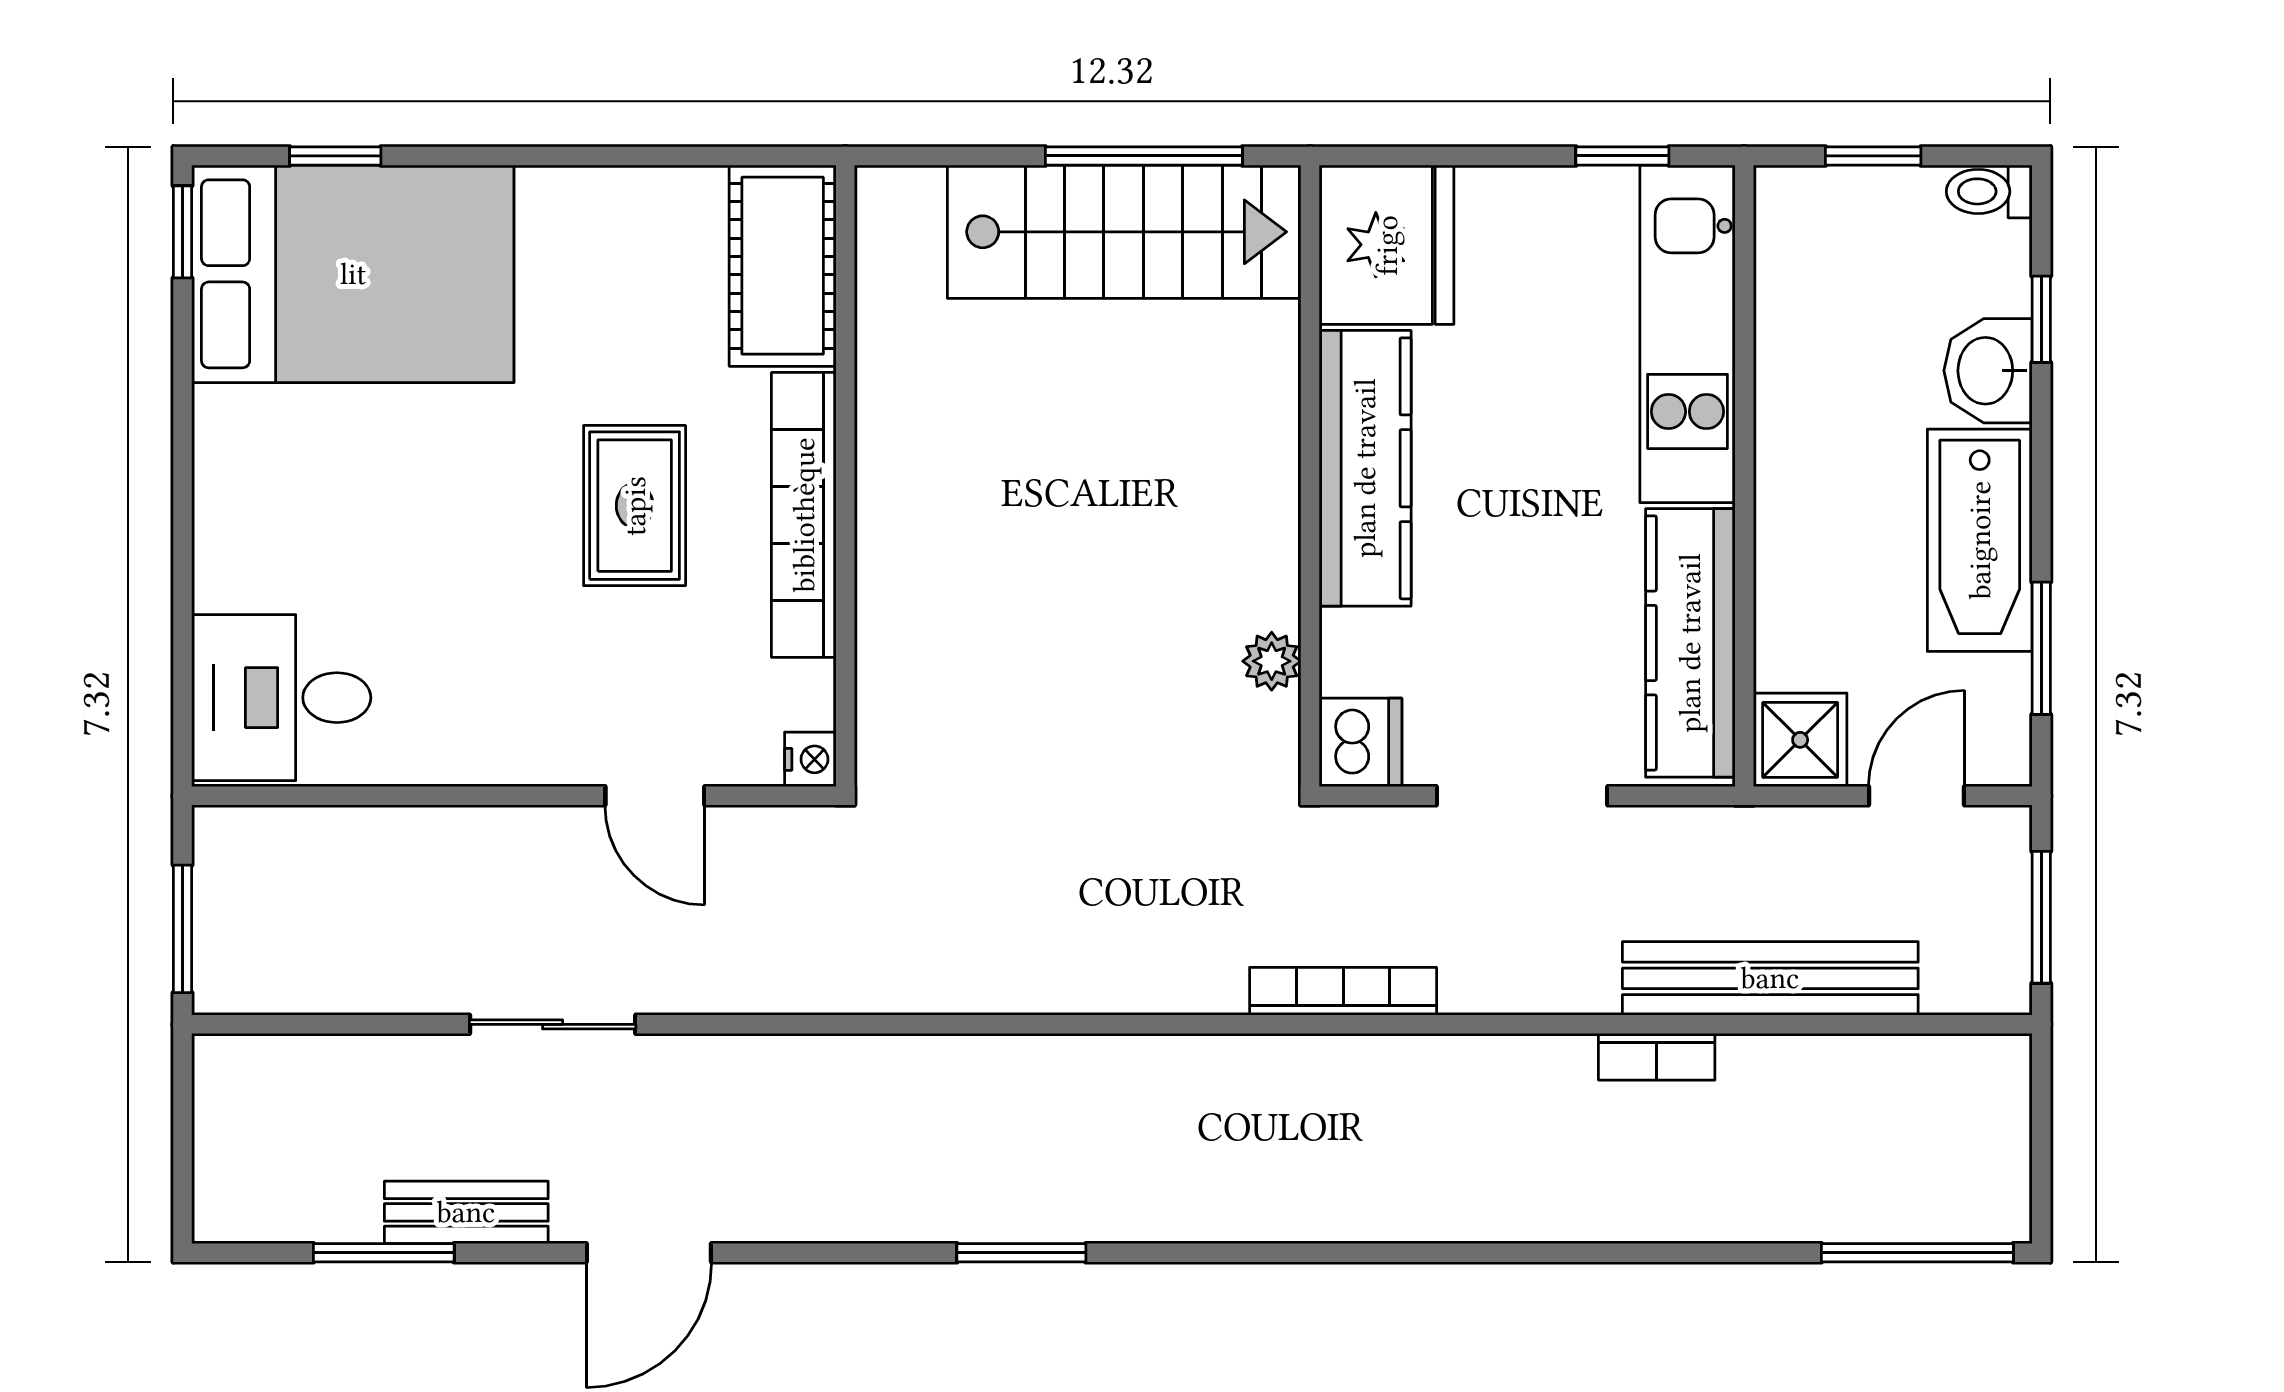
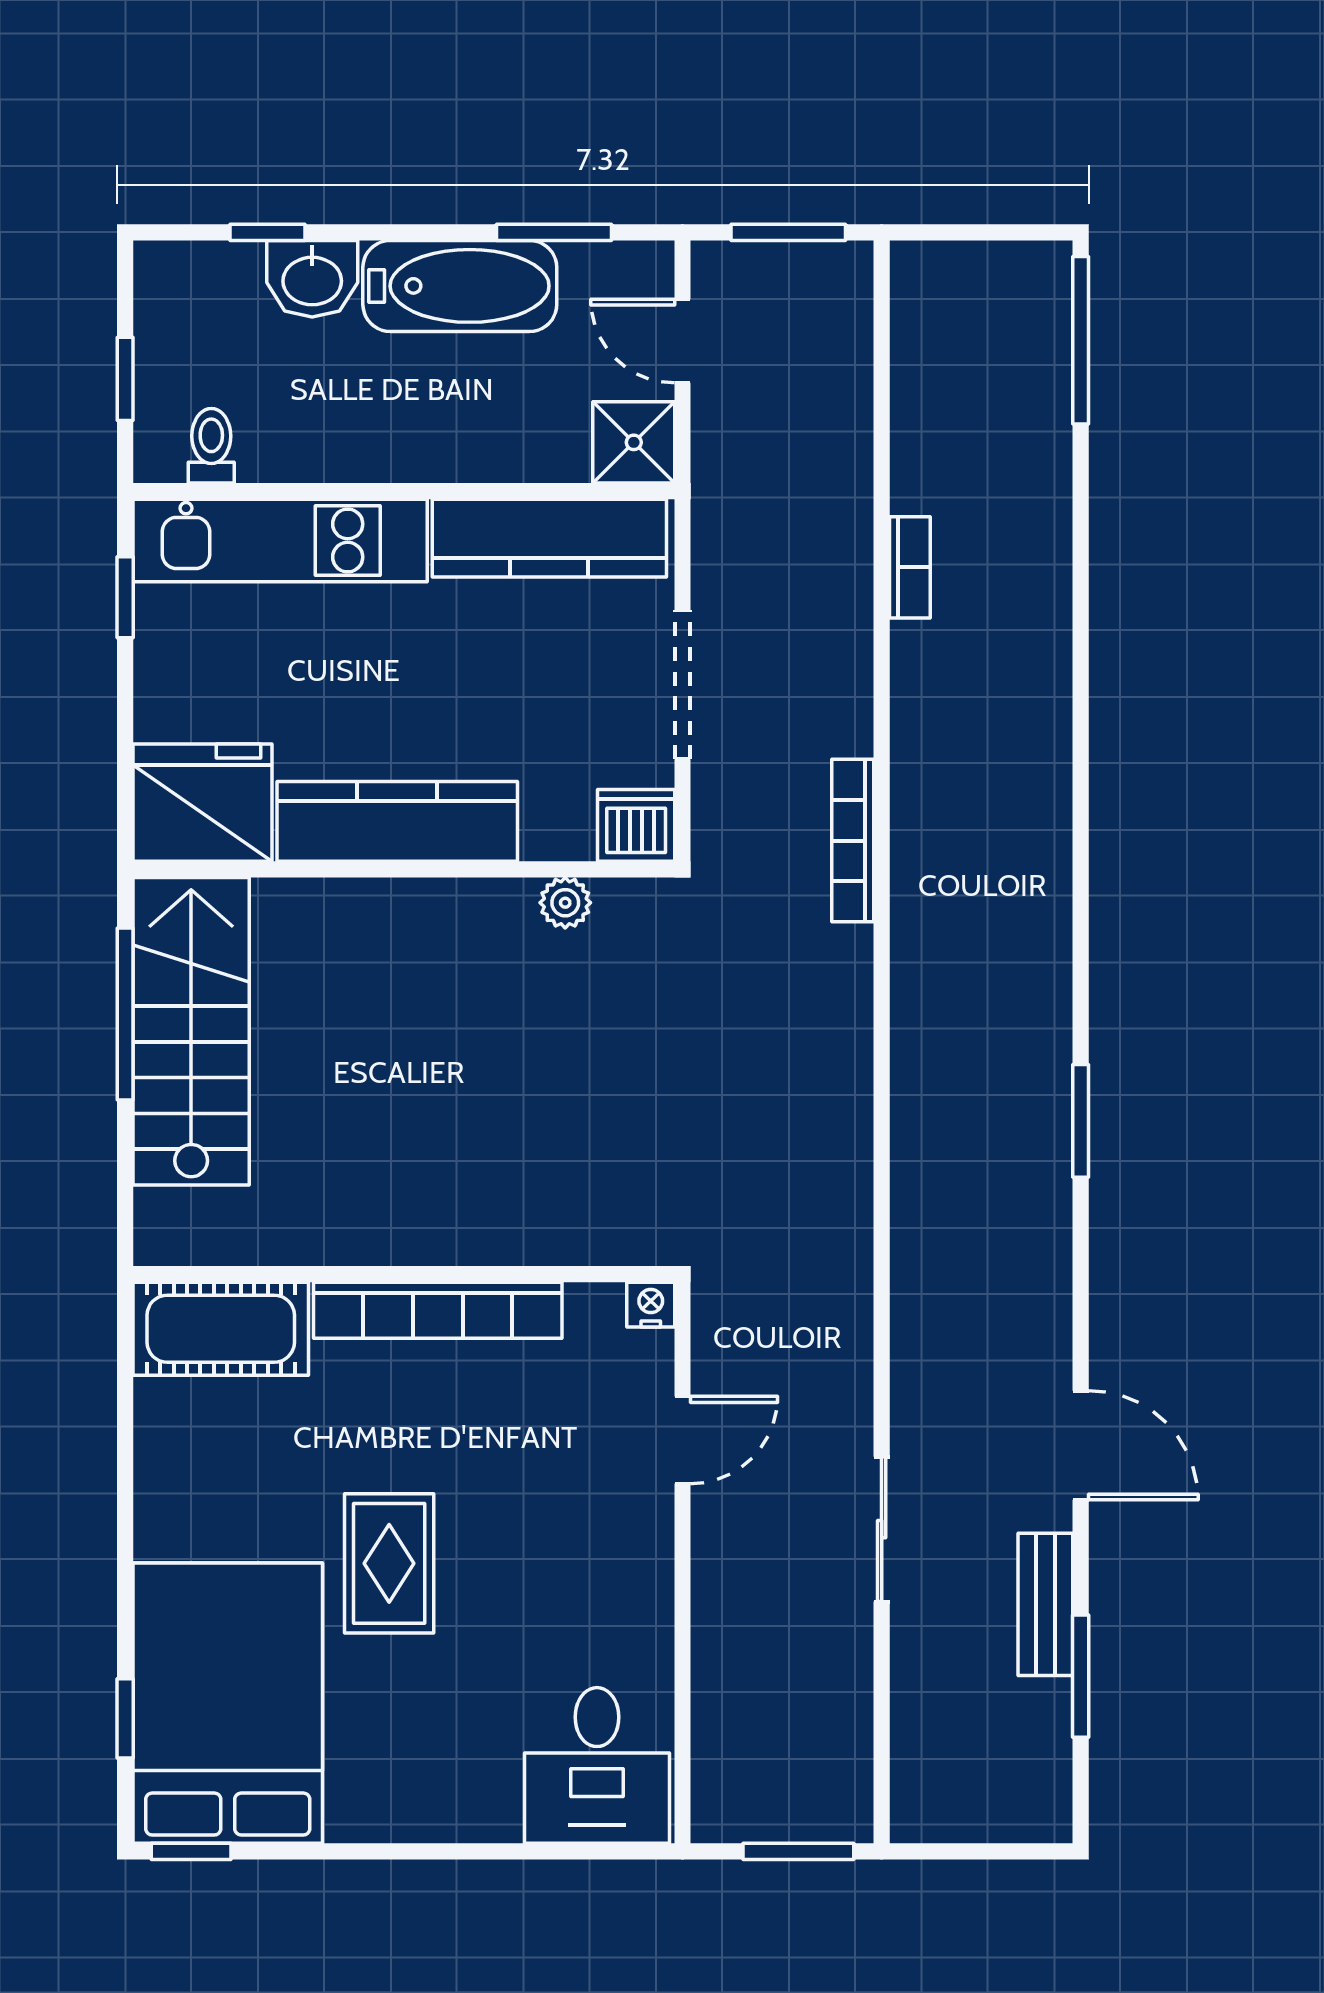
toilet: (1989, 191) -> (211, 446), moved, turned 180
rug: (635, 506) -> (389, 1563), moved, turned 90
bench: (1770, 978) -> (842, 468), removed

